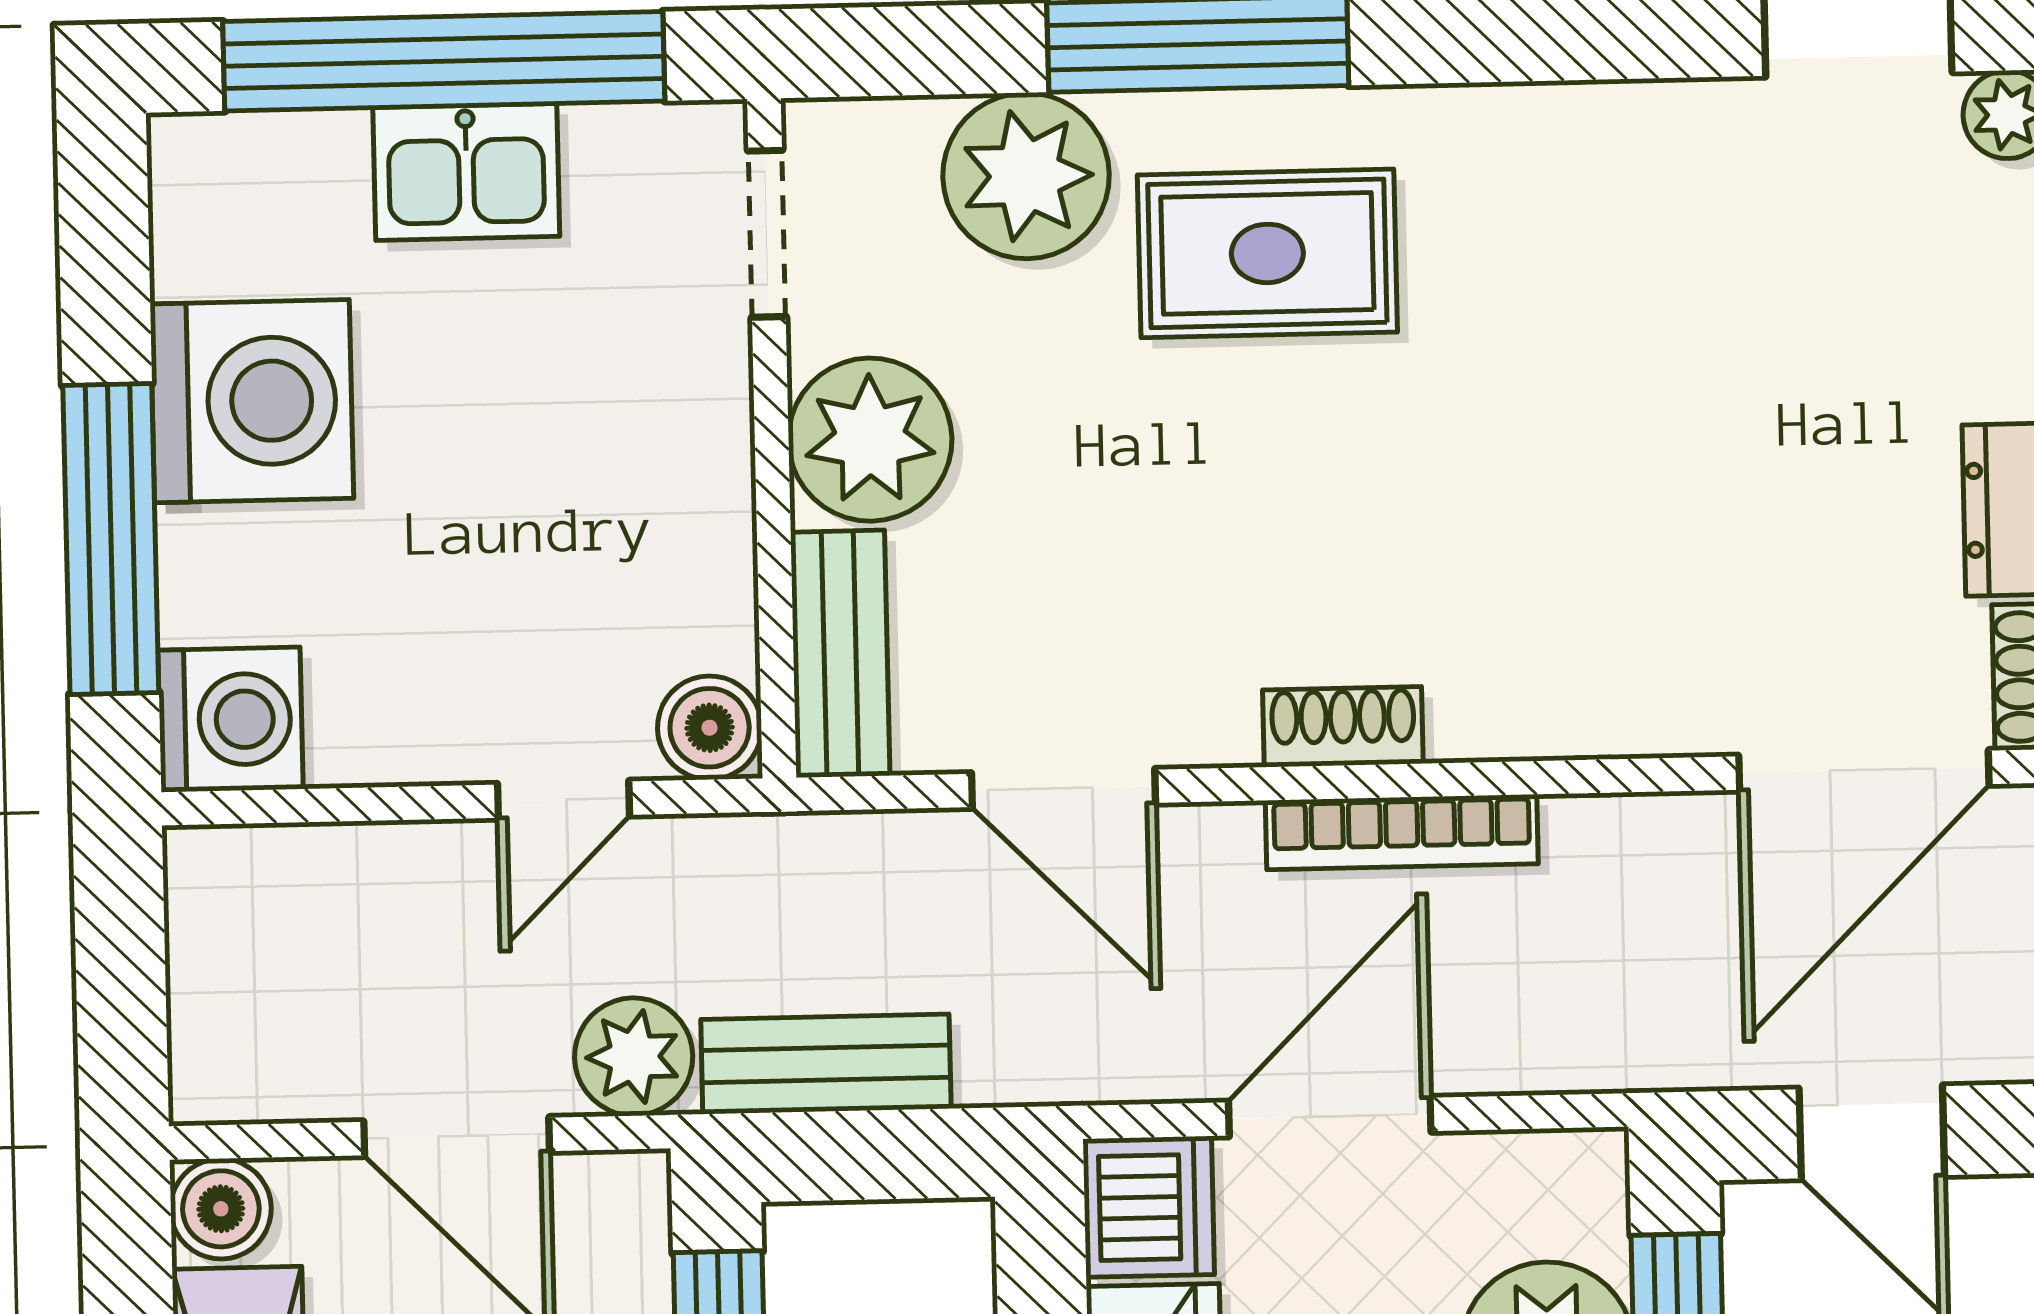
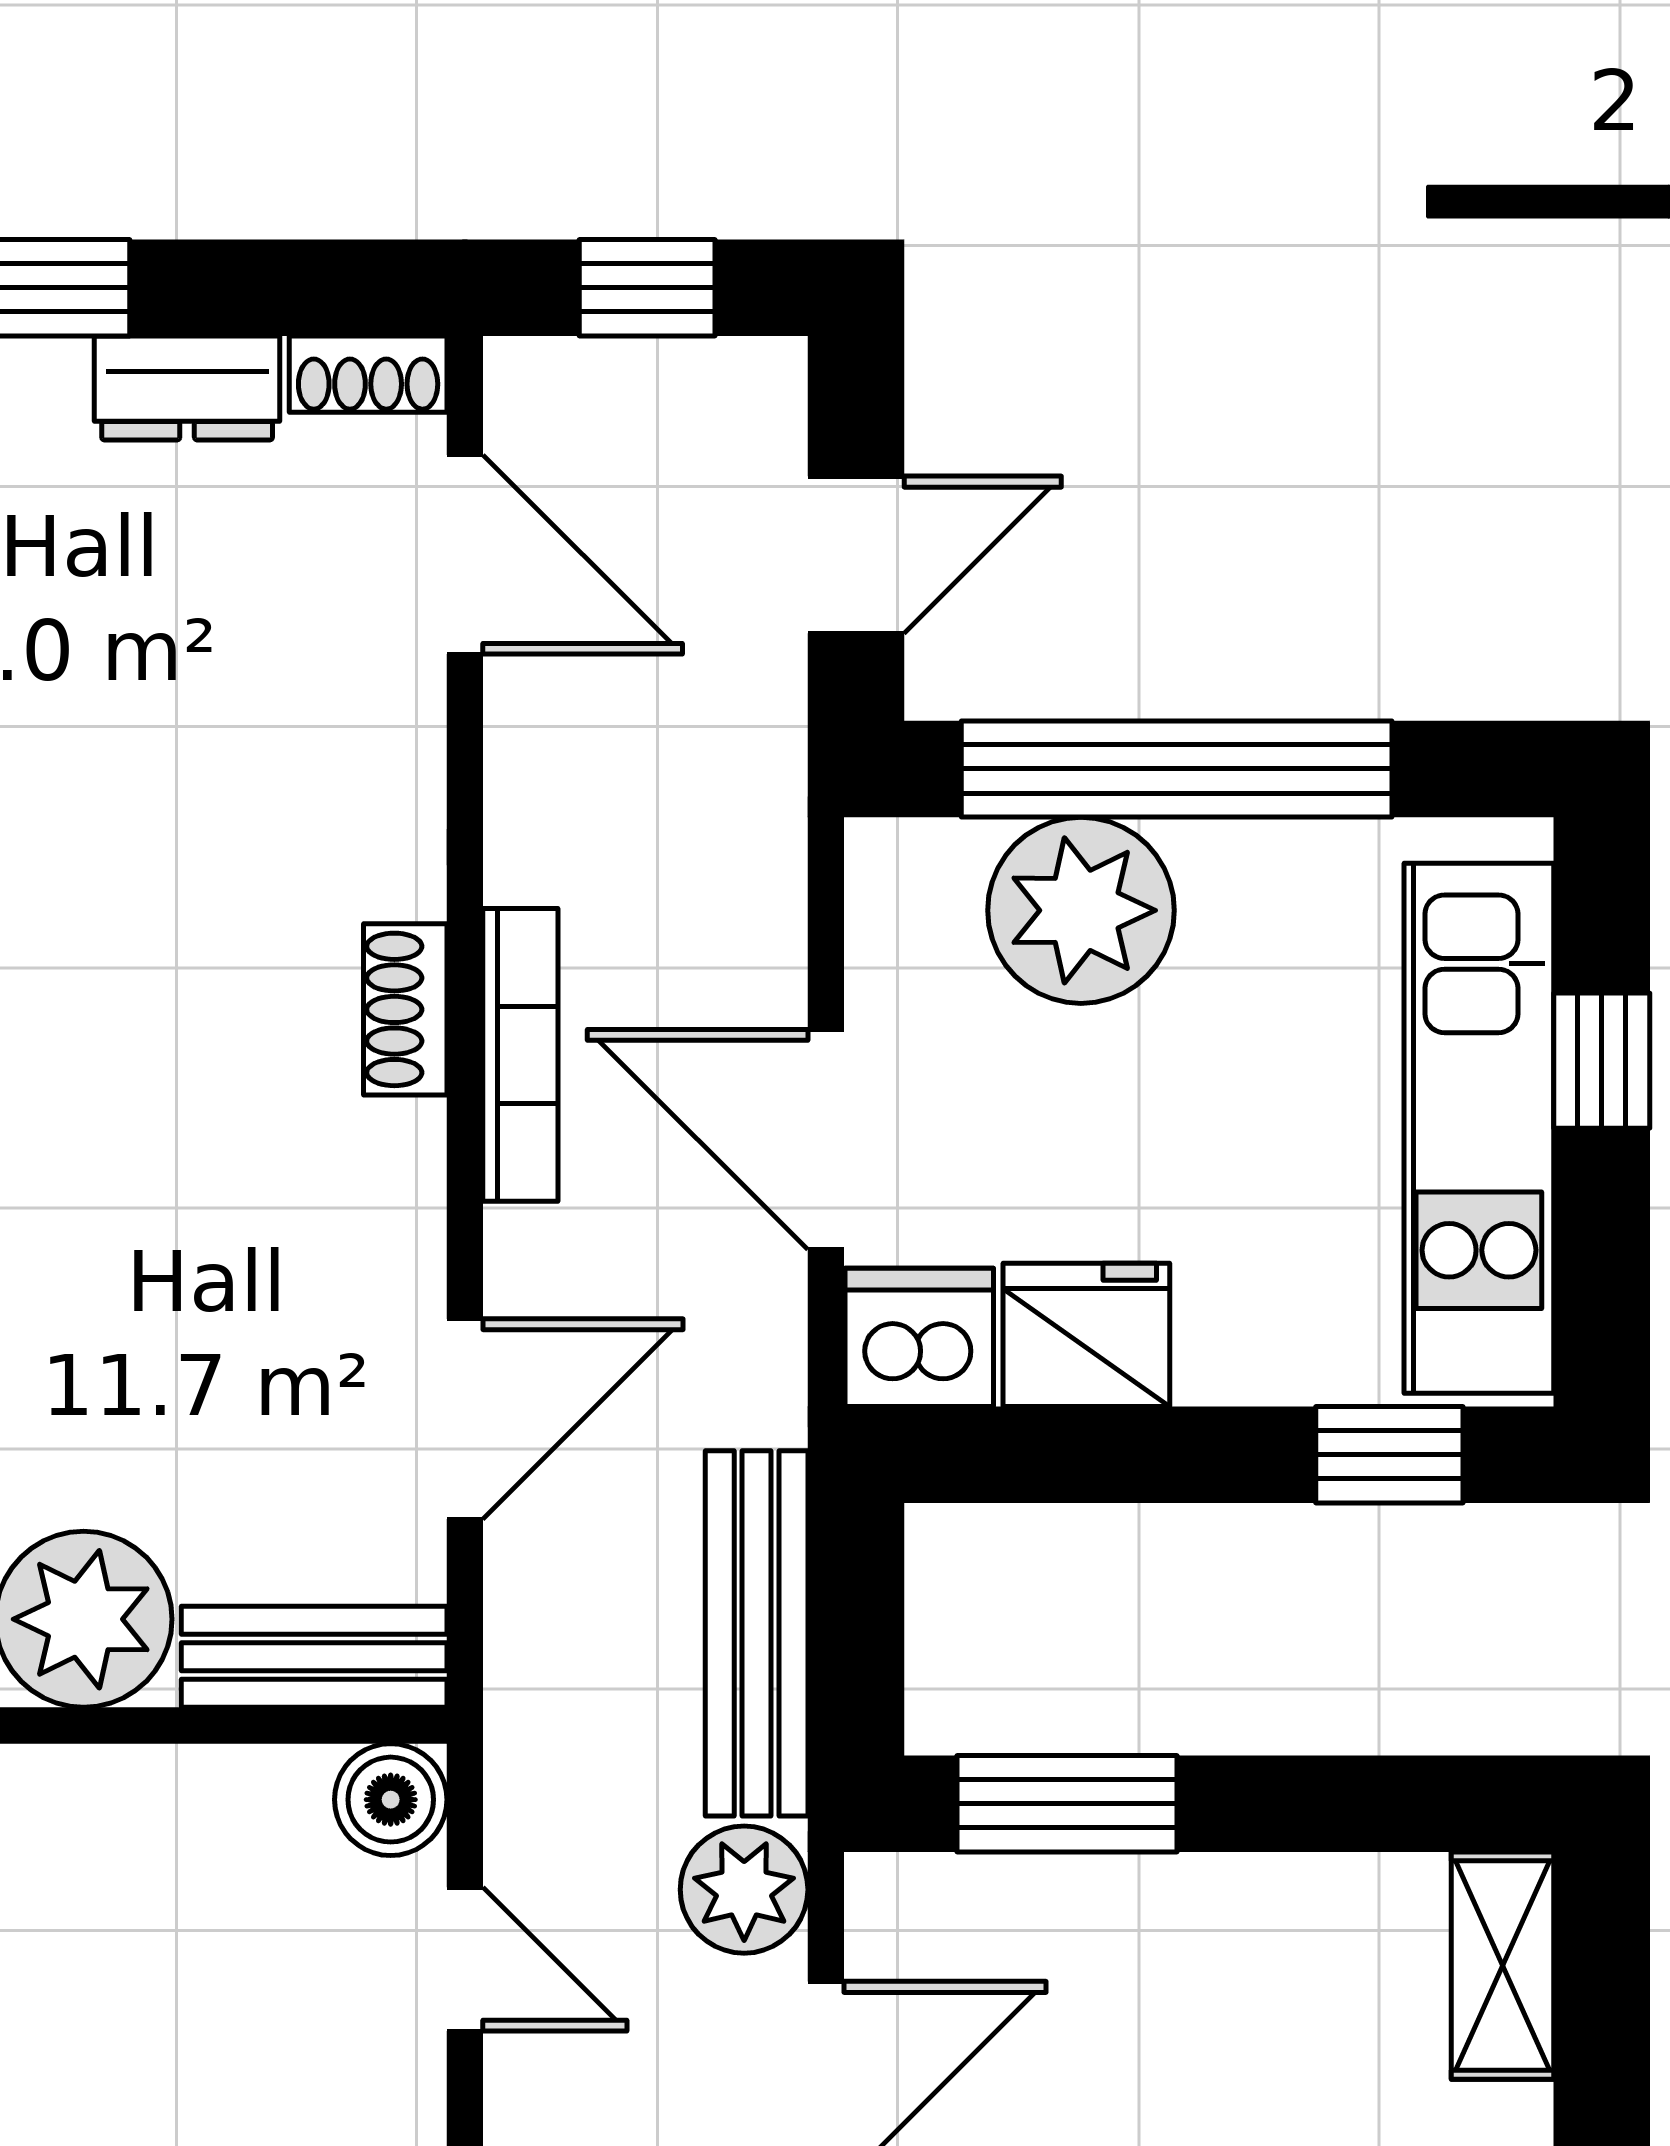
shoe rack: (1343, 727) -> (405, 1009), moved
door: (1864, 770) -> (465, 555), width x0.73
bench: (826, 1064) -> (757, 1633), width x1.36

